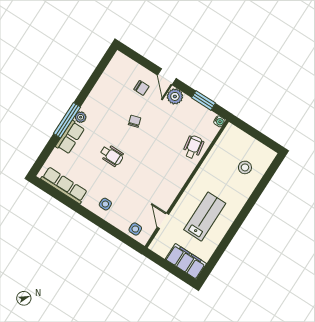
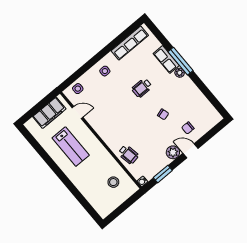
stool: (245, 167) -> (113, 182), moved
filing cabinet: (186, 261) -> (49, 113), moved

